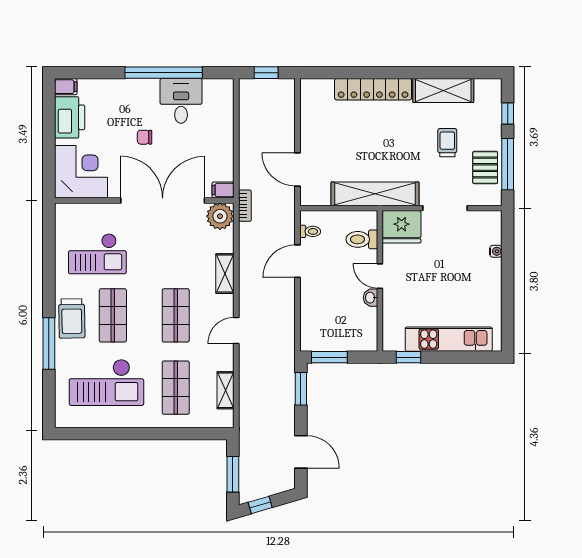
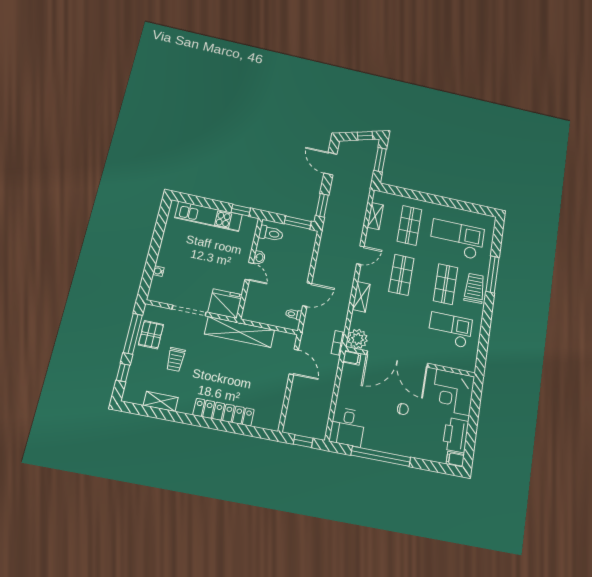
shelving: (443, 90) -> (161, 401), width x0.67, depth x0.75
desk: (181, 101) -> (347, 427), moved
toilet: (362, 239) -> (271, 233), moved

